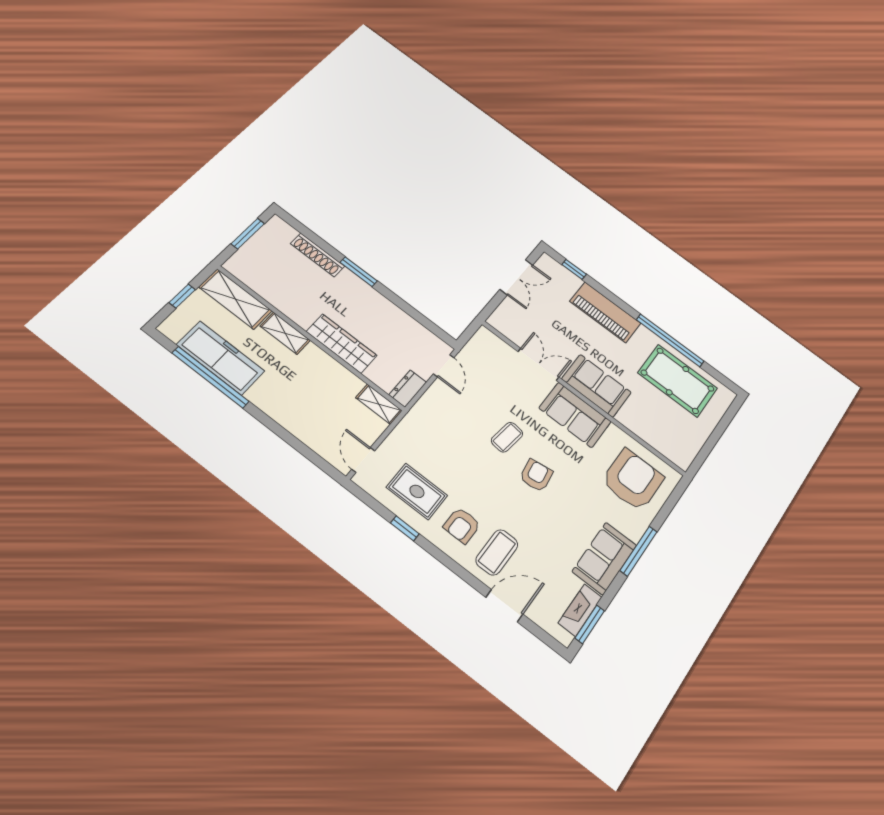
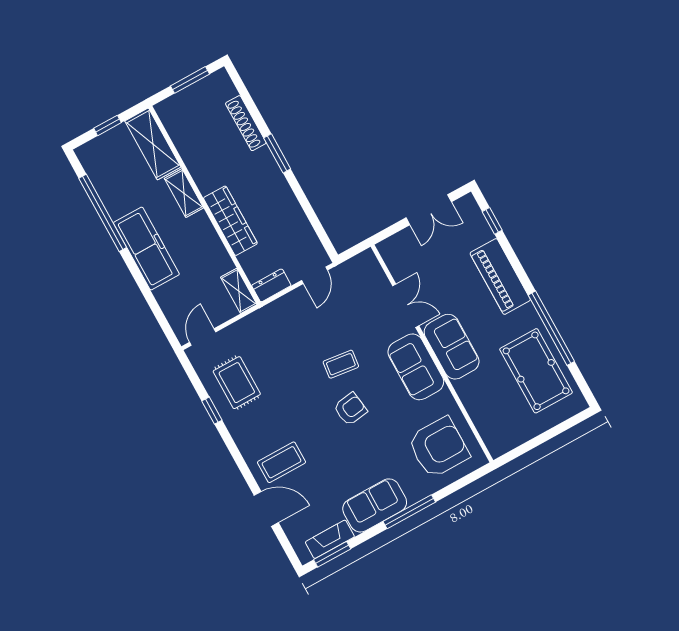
freezer: (221, 358) -> (146, 248), moved
armchair: (462, 525) -> (262, 427), removed

